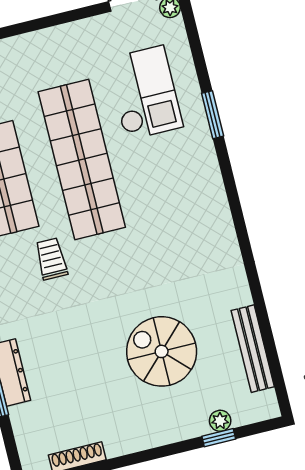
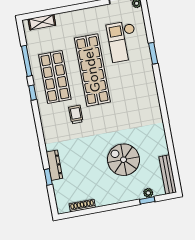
checkout: (145, 93) -> (123, 41), turned 180
bench: (253, 349) -> (168, 175), moved

